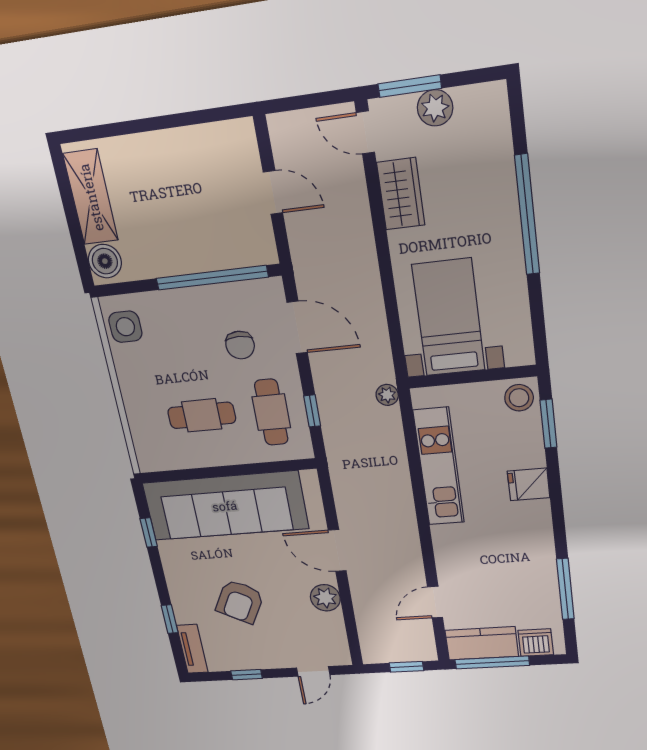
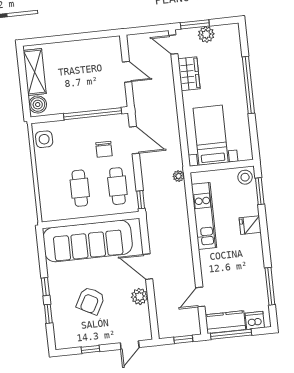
window: (312, 411) -> (141, 200), moved
cafe table: (202, 415) -> (80, 188), turned 90
window: (149, 532) -> (45, 287), moved
tv unit: (192, 649) -> (60, 333), removed

